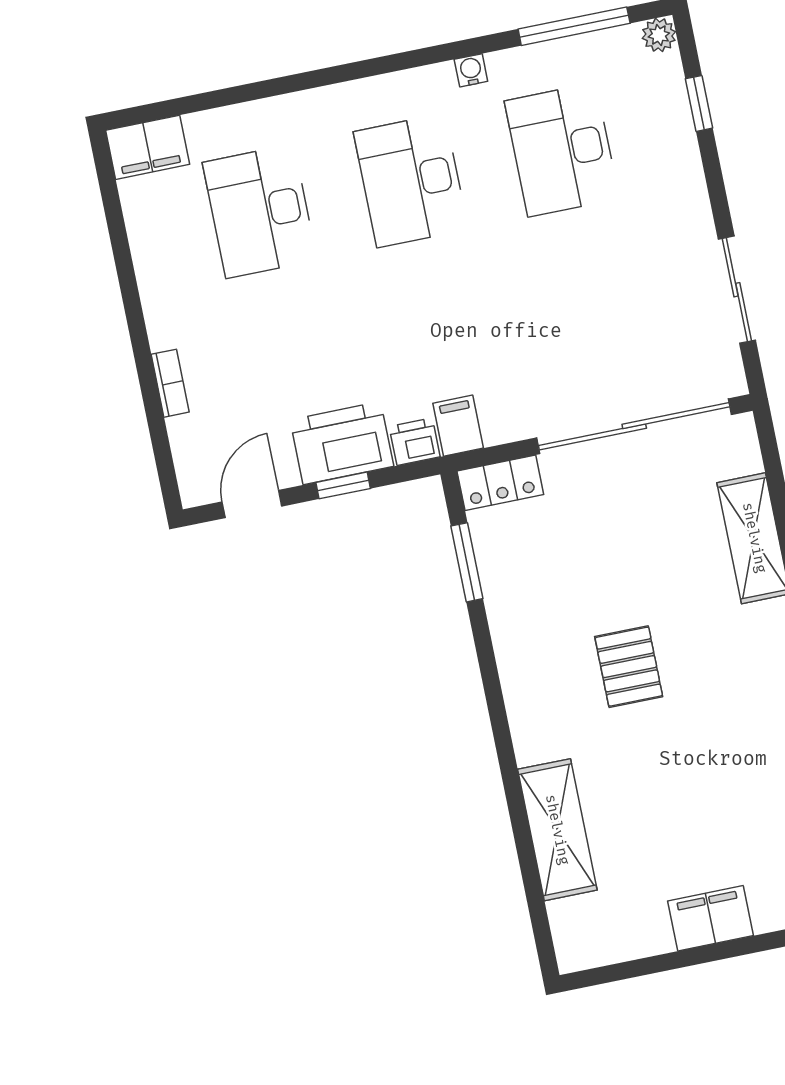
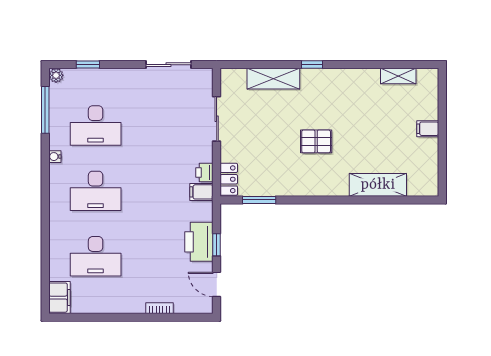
sliding door: (634, 426) -> (217, 119), width x0.54
printer: (415, 442) -> (204, 173), moved
filing cabinet: (710, 918) -> (428, 129), width x0.50

